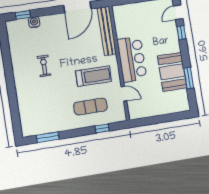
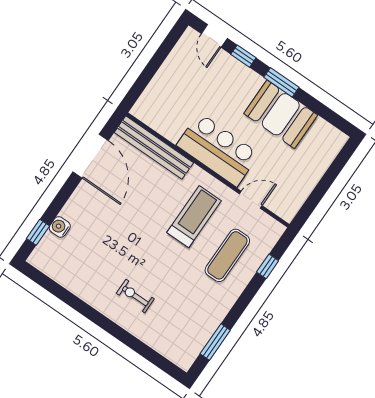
exercise bike: (44, 66) -> (135, 296), moved
window: (189, 78) -> (281, 82), moved

